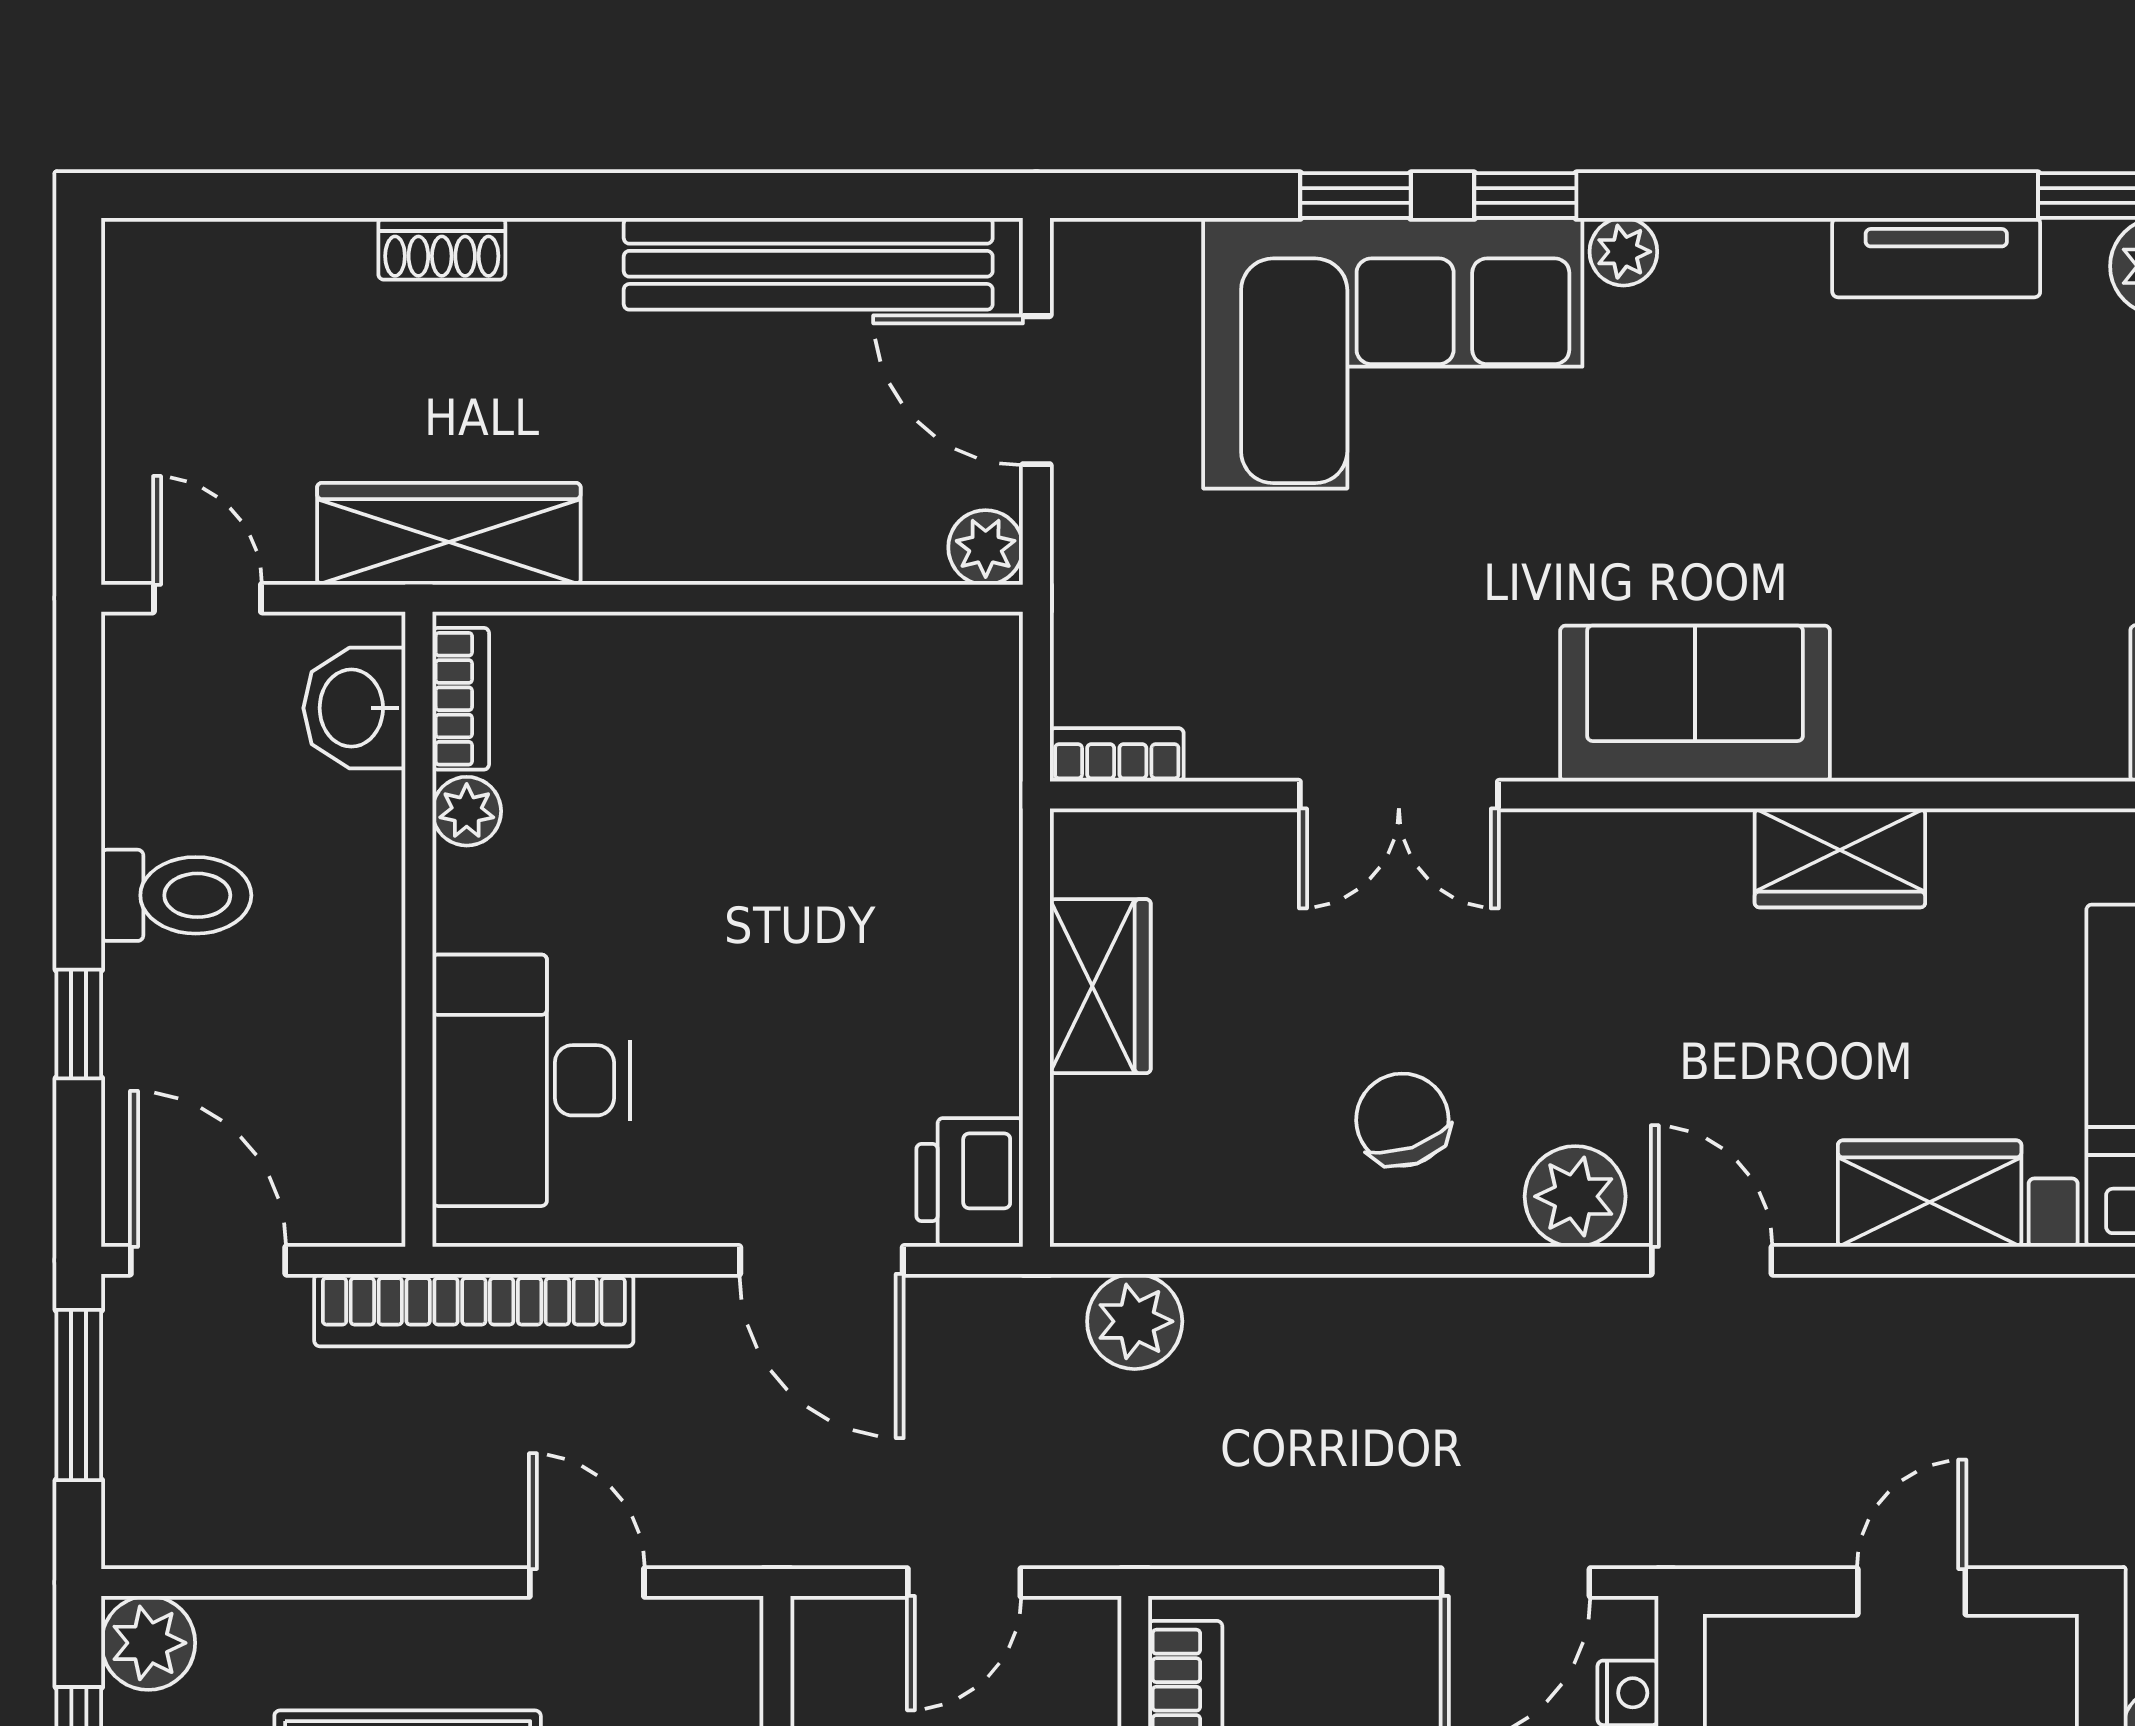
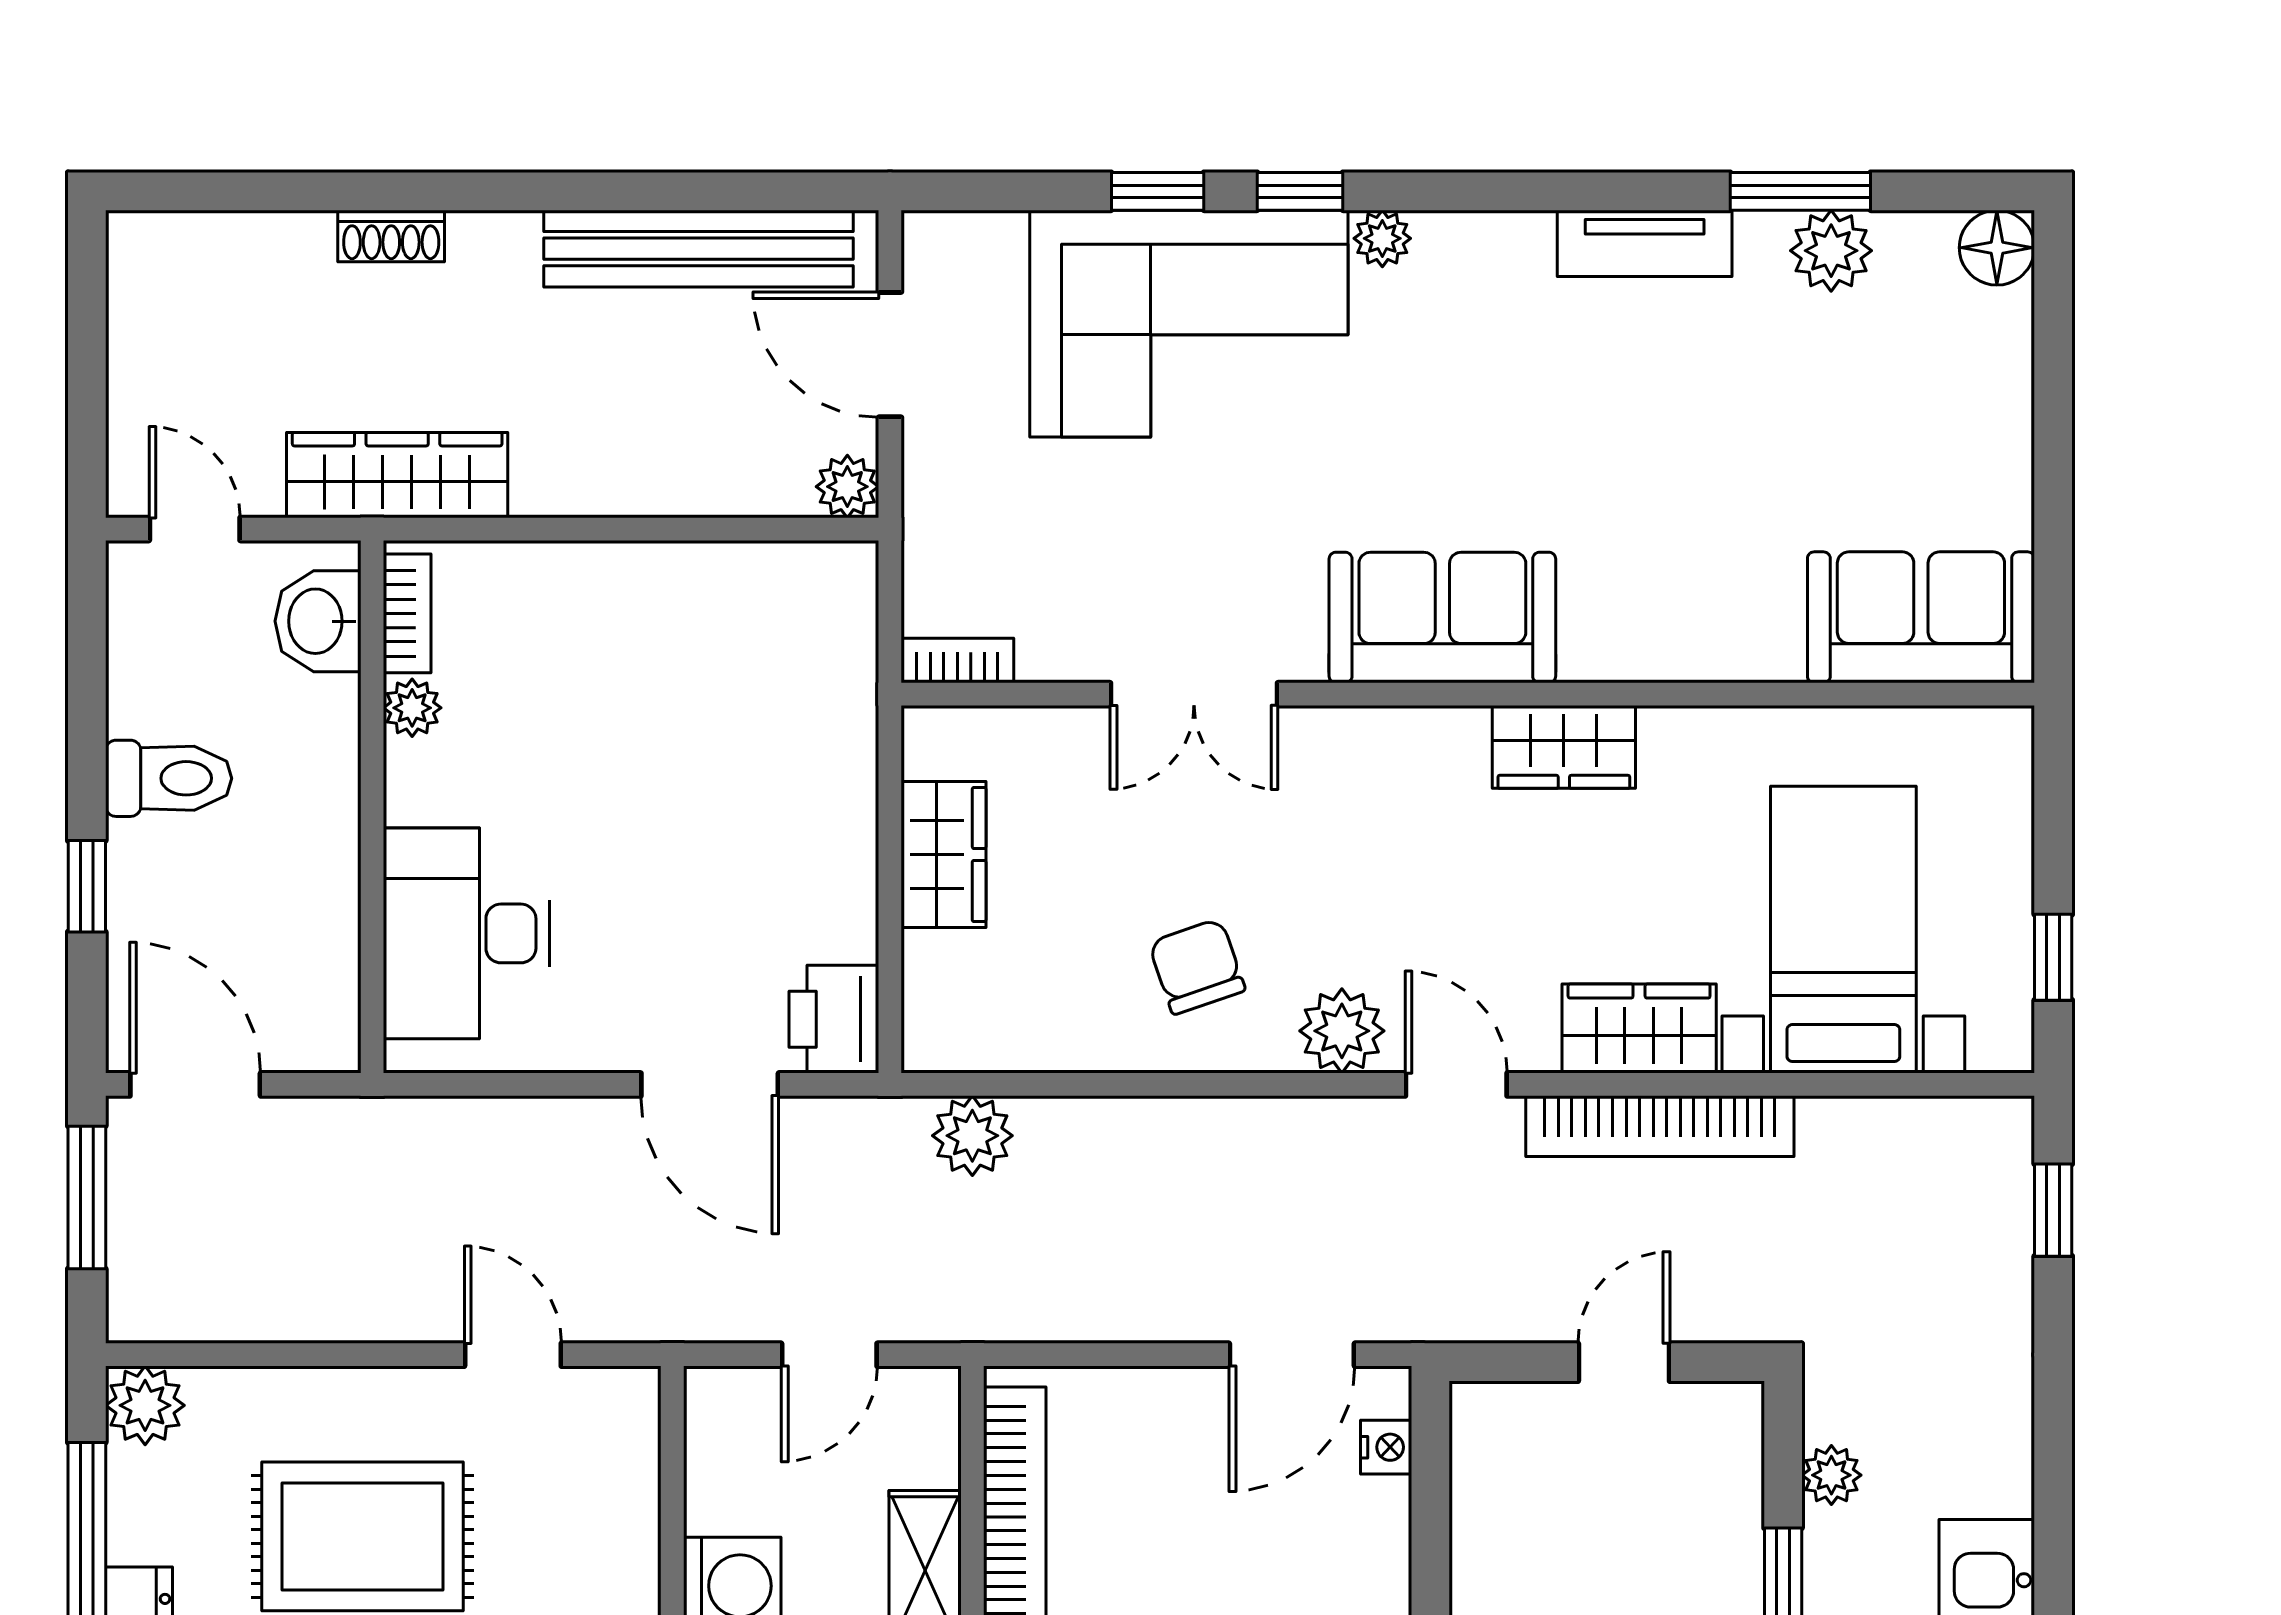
bookcase: (474, 1310) -> (1660, 1126), moved

